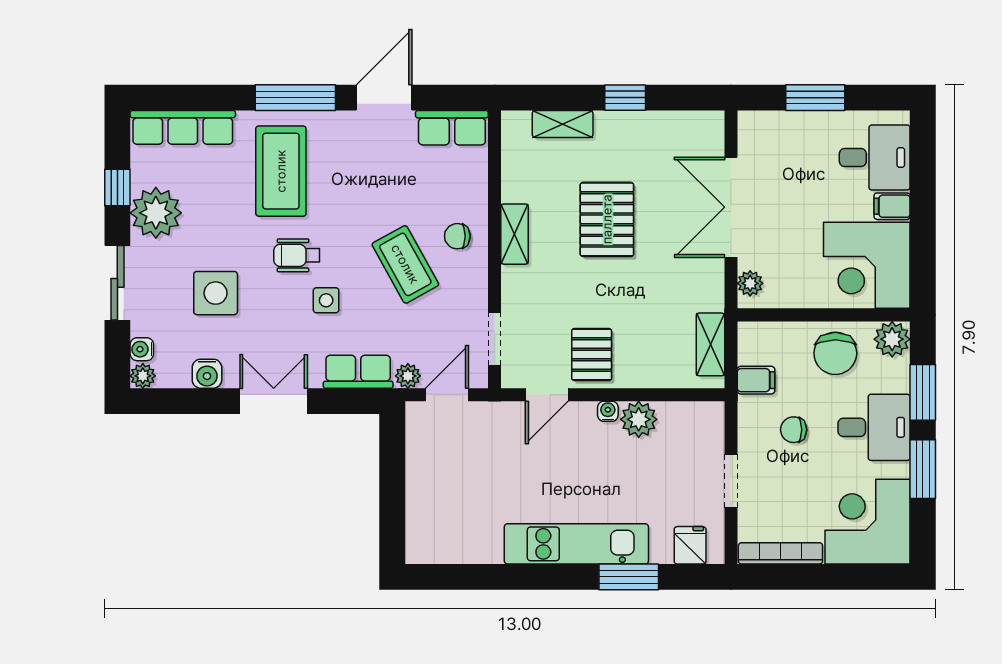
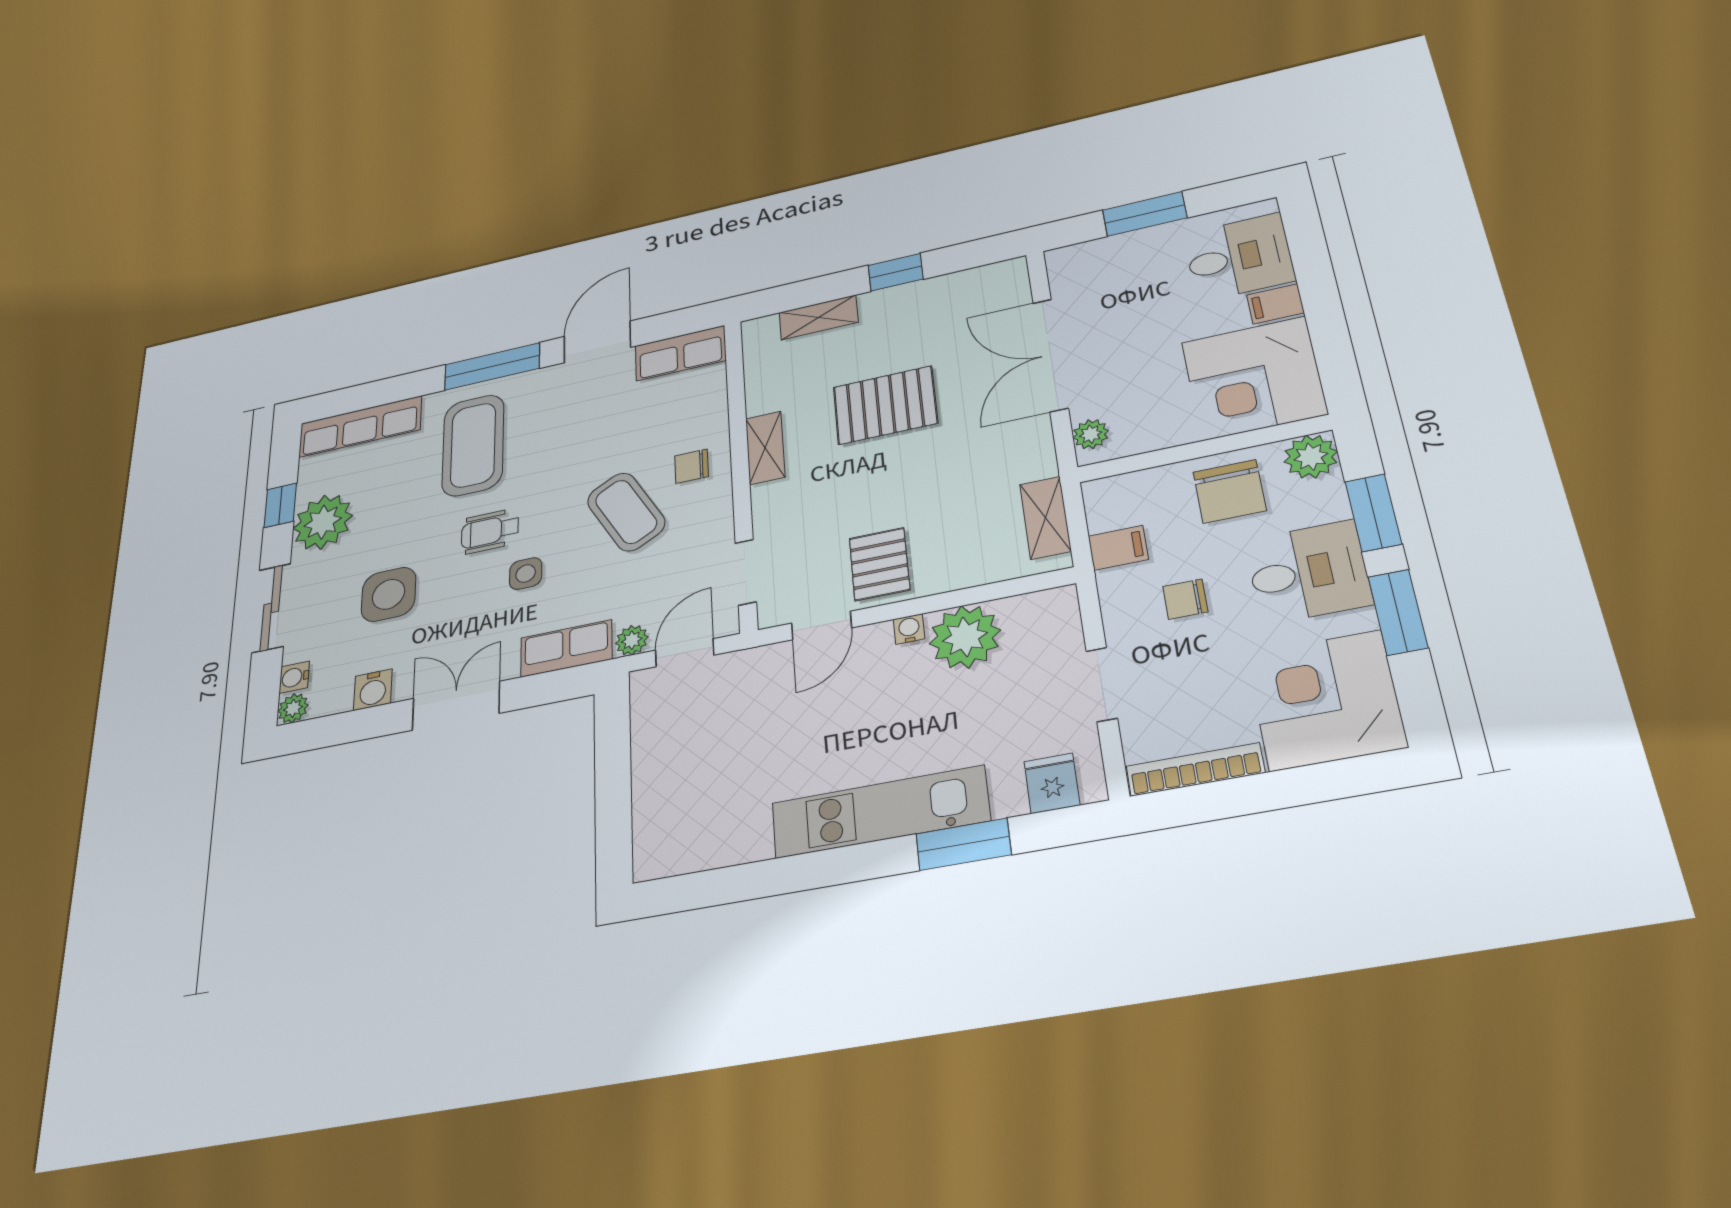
pallet: (607, 219) -> (885, 405), turned 90
plant: (639, 419) -> (965, 637), width x1.36, depth x1.36

